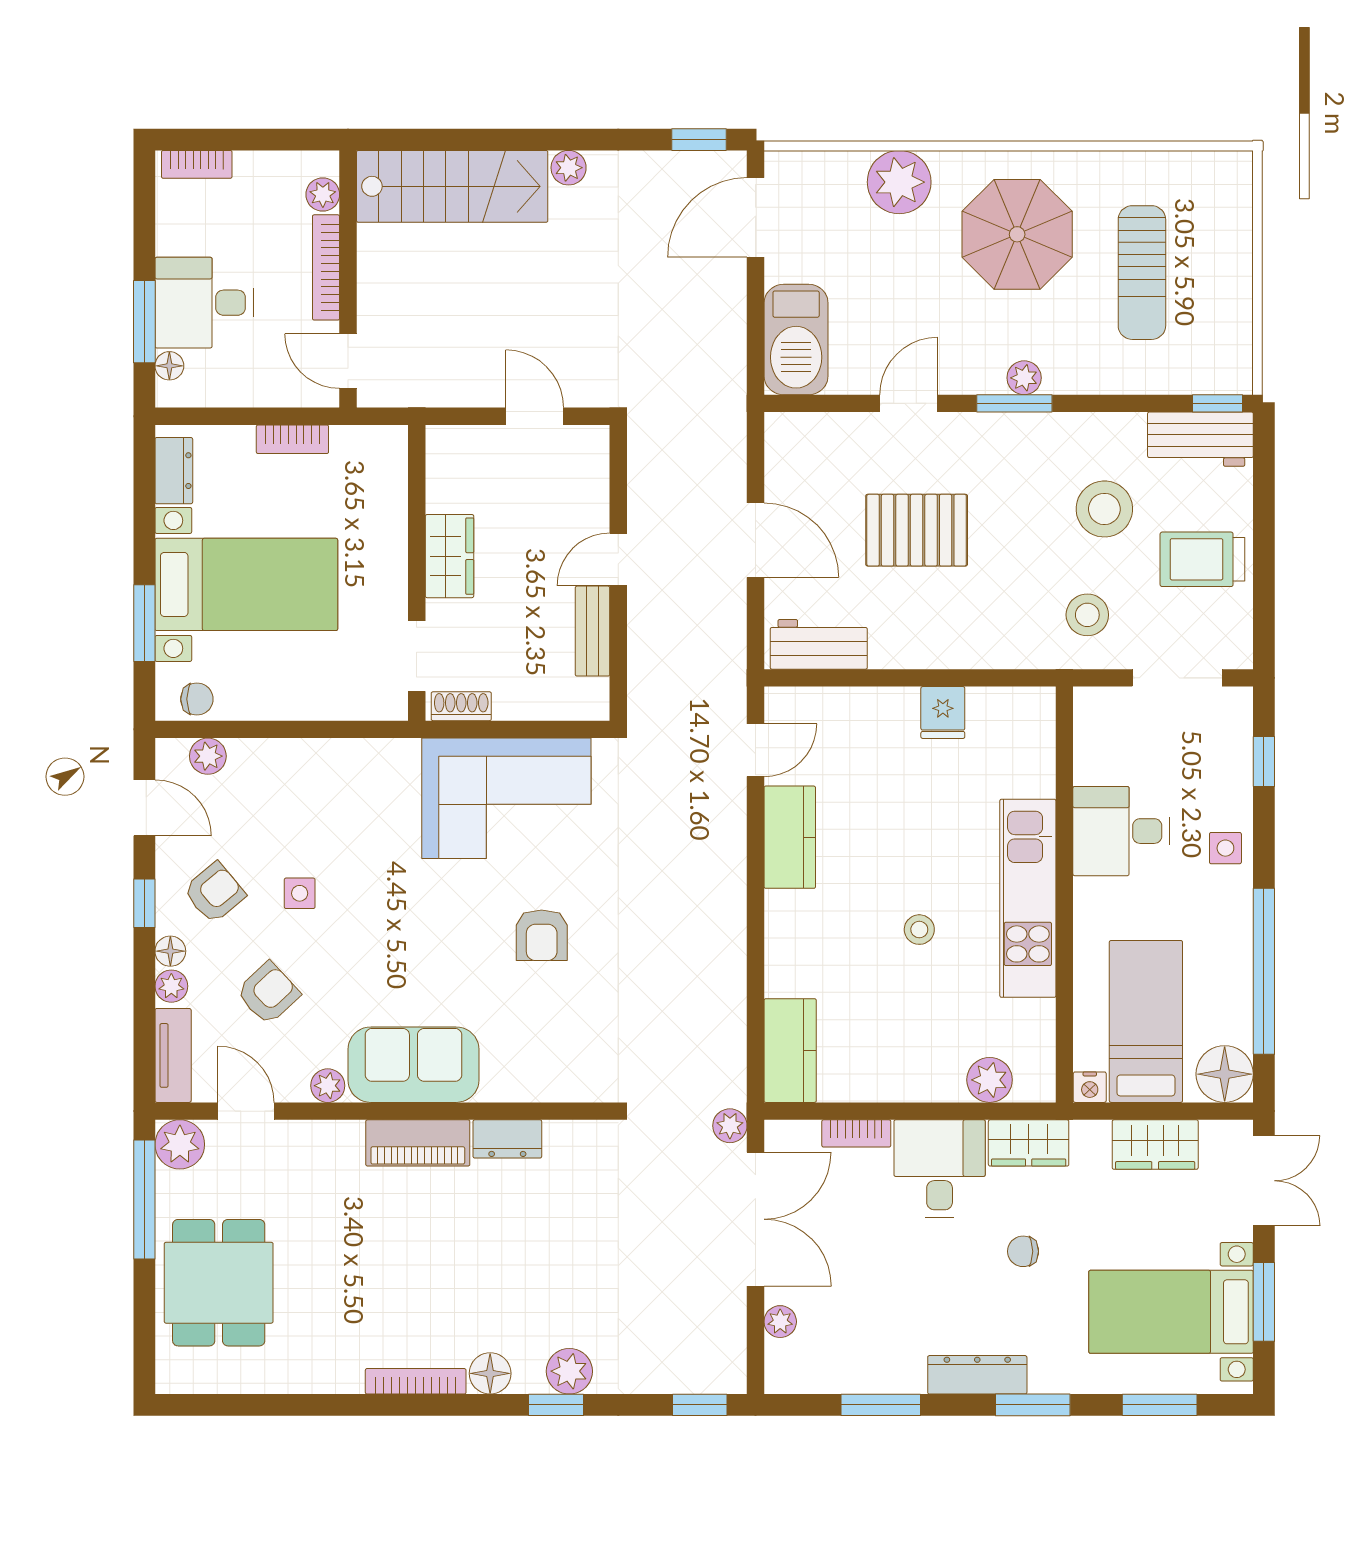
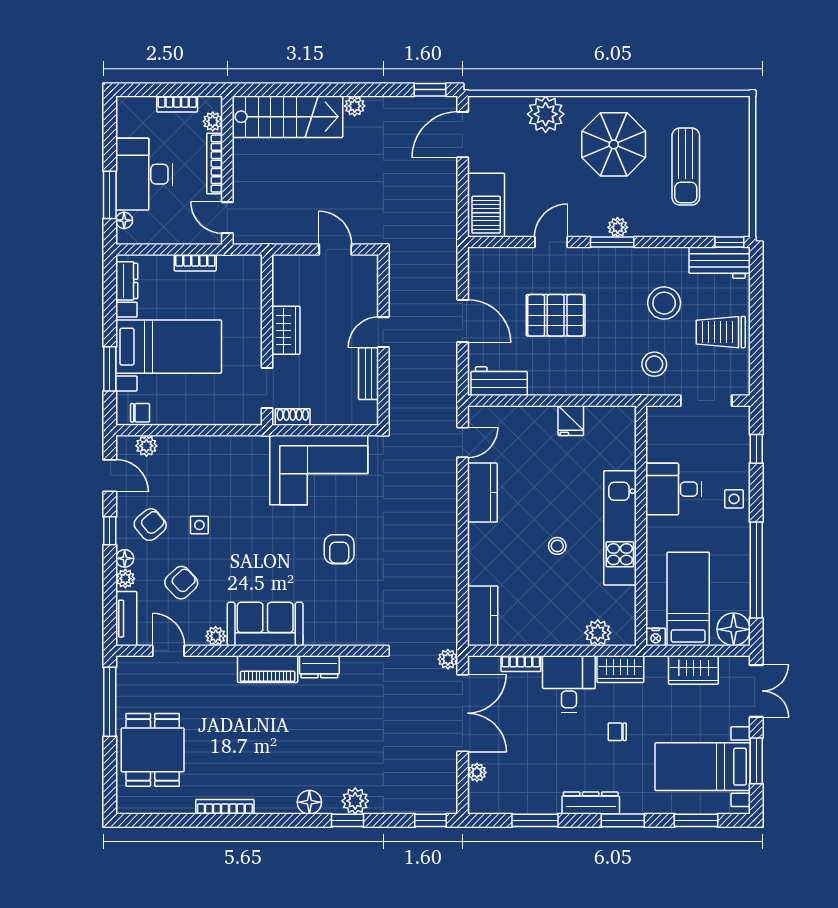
bookcase: (197, 164) -> (177, 104), moved
desk: (204, 303) -> (144, 174), width x1.37
plant: (180, 1144) -> (130, 670), removed
bookcase: (416, 1381) -> (225, 807), moved

